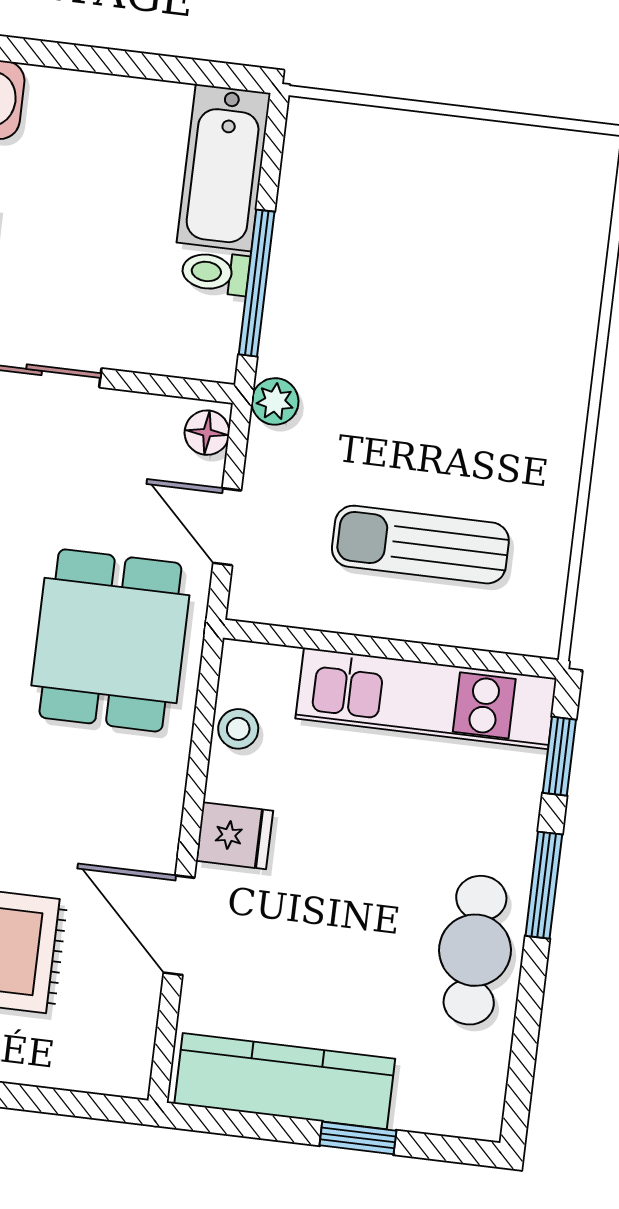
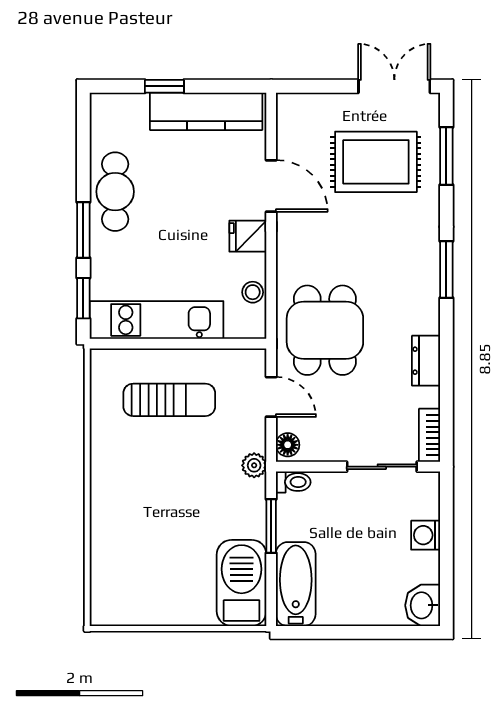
barbecue: (326, 182) -> (242, 583), added
toilet: (216, 273) -> (293, 482), moved
window: (257, 283) -> (271, 526), width x0.69

